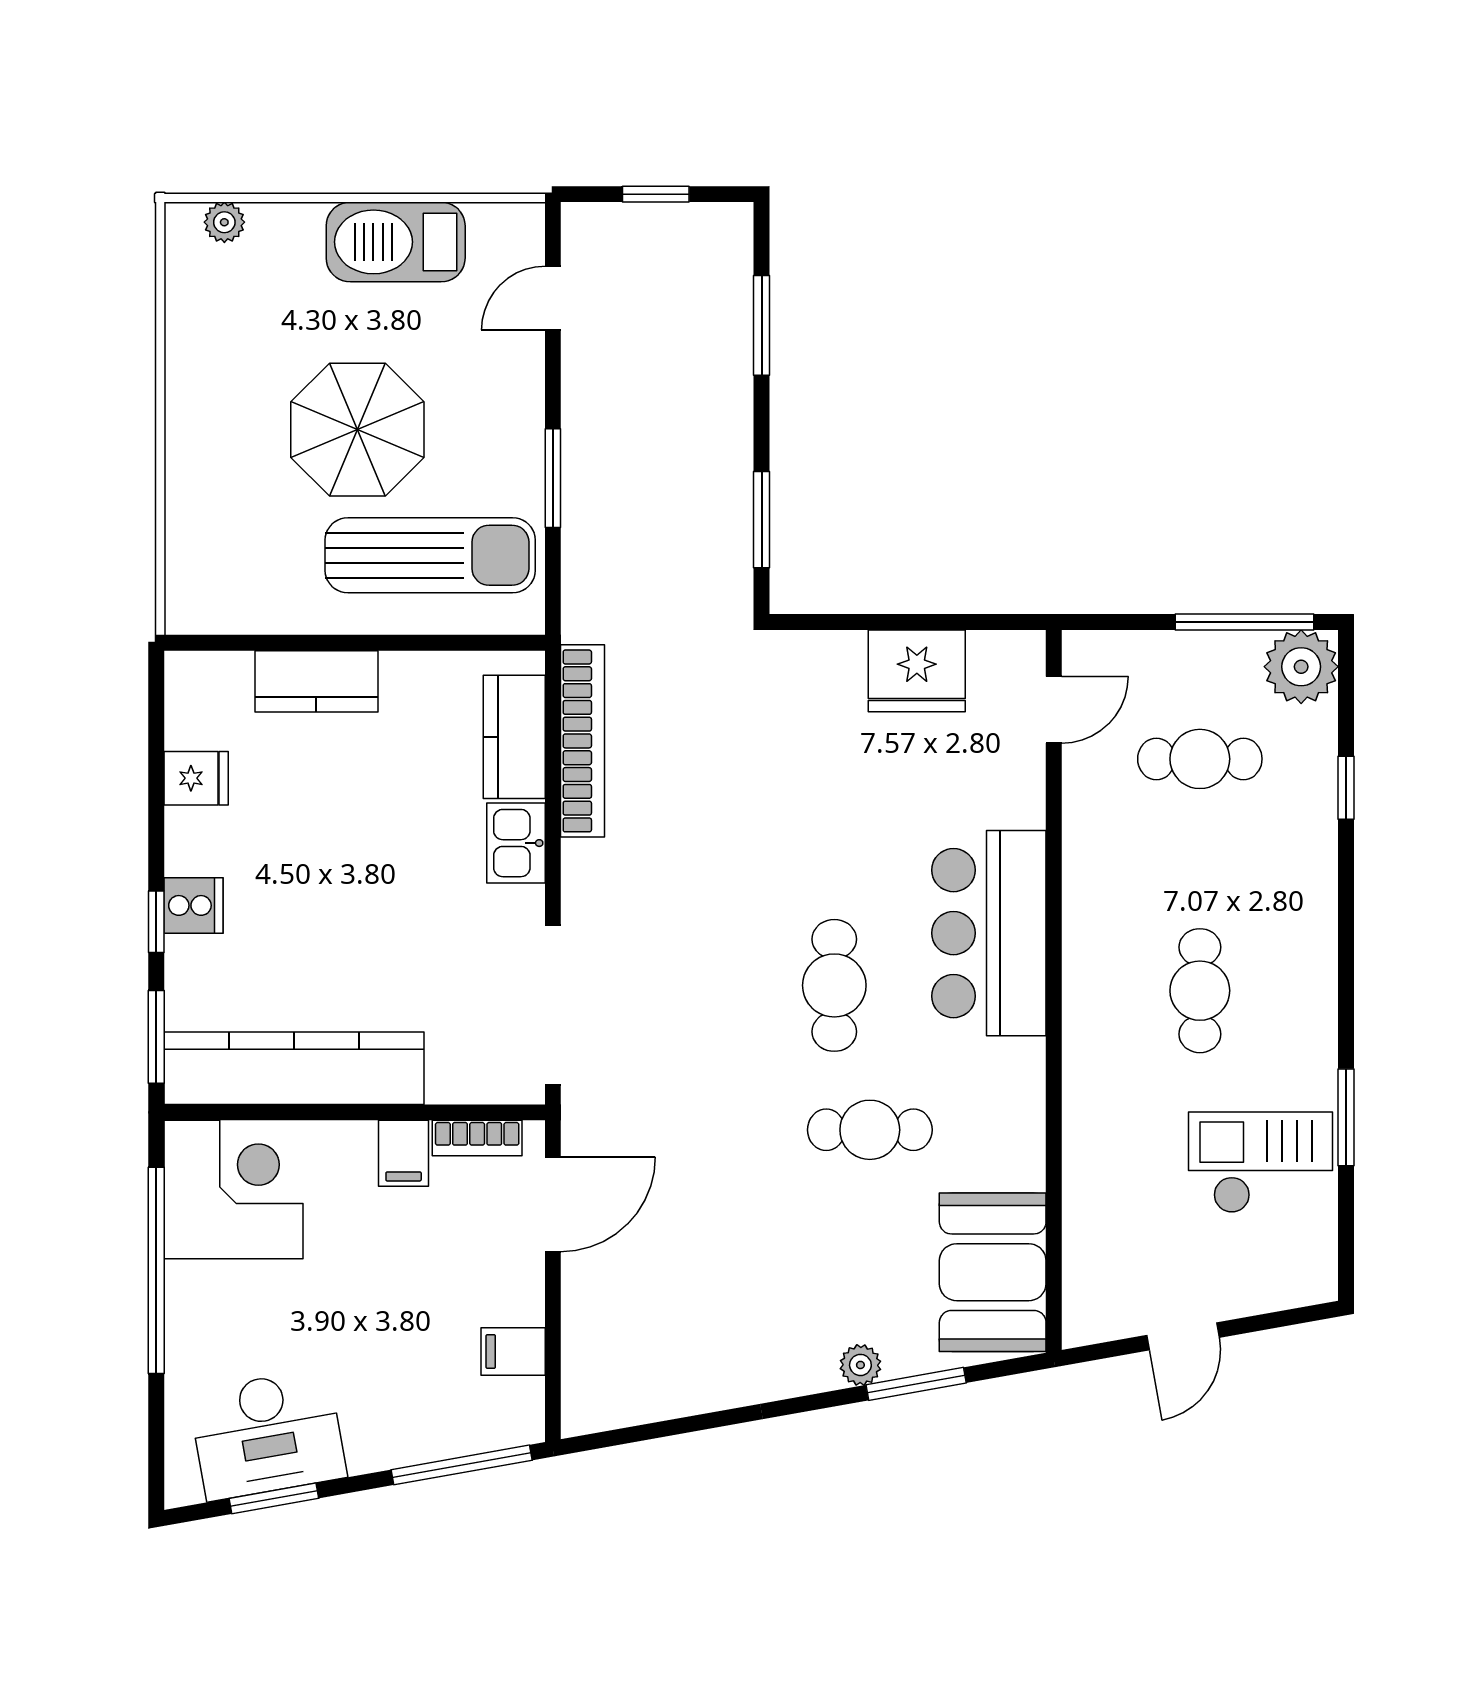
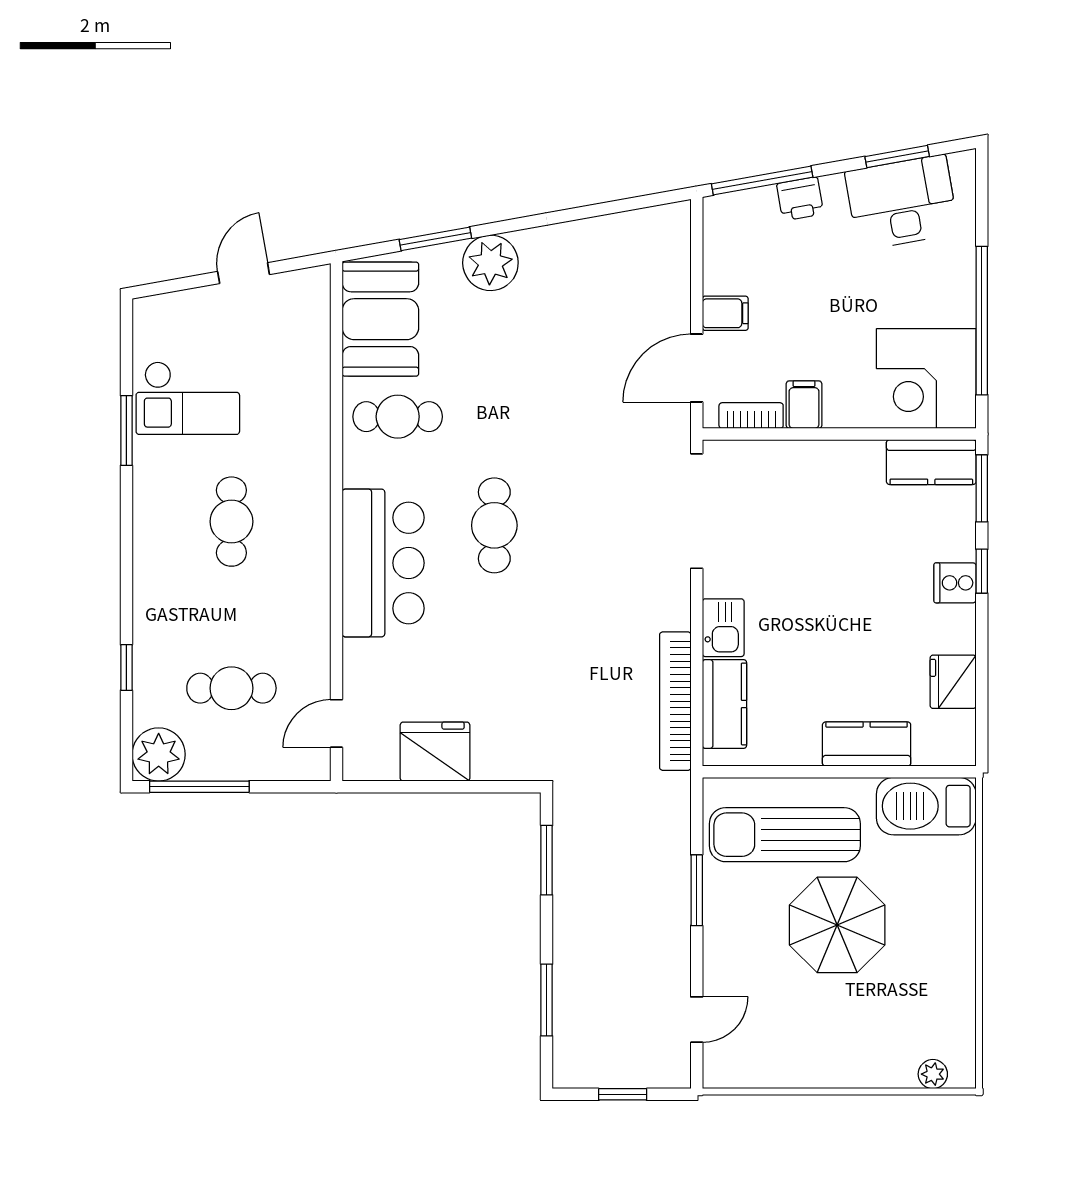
barbecue: (396, 242) -> (926, 806), moved, turned 180
fridge: (196, 778) -> (953, 682), width x1.38
kitchen counter: (294, 1068) -> (931, 462), width x0.48, depth x0.86
cafe table: (870, 1130) -> (398, 417), moved
filing cabinet: (513, 1351) -> (725, 313), moved
plant: (860, 1365) -> (490, 263), width x1.87, depth x1.87
printer: (409, 1440) -> (800, 199), added

